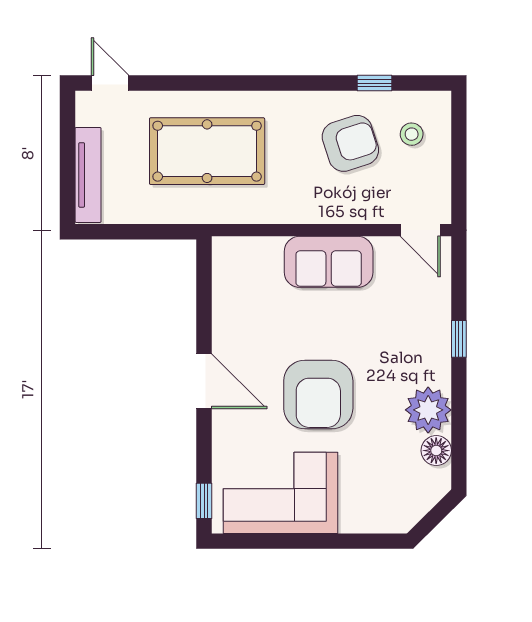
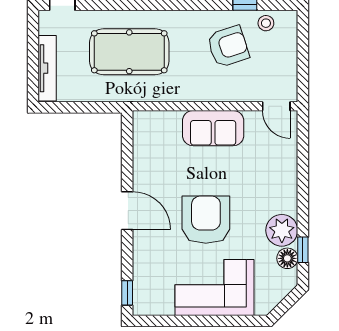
stool: (412, 134) -> (266, 23), moved
window: (459, 339) -> (303, 250), moved
armchair: (318, 395) -> (206, 220), turned 180
corner sofa: (281, 493) -> (215, 287), moved

